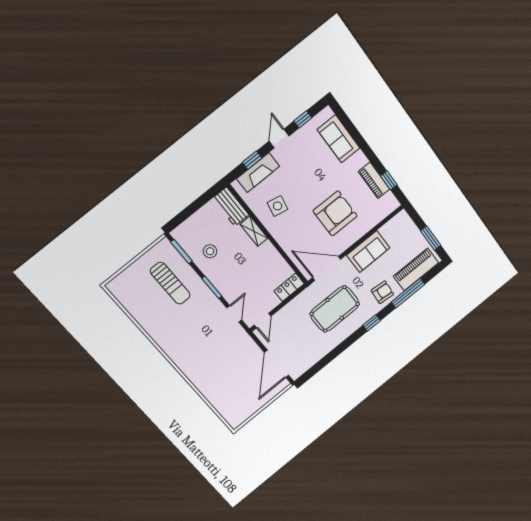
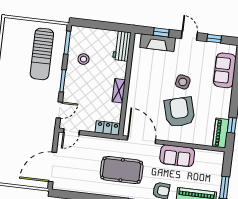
door: (279, 138) -> (189, 36), hinge flipped
piano: (374, 180) -> (221, 133), moved
side table: (278, 206) -> (183, 82), moved
armchair: (335, 213) -> (180, 112), turned -105
shelving: (254, 231) -> (119, 91), moved
sun lounger: (170, 283) -> (42, 54), width x1.36, depth x1.34

